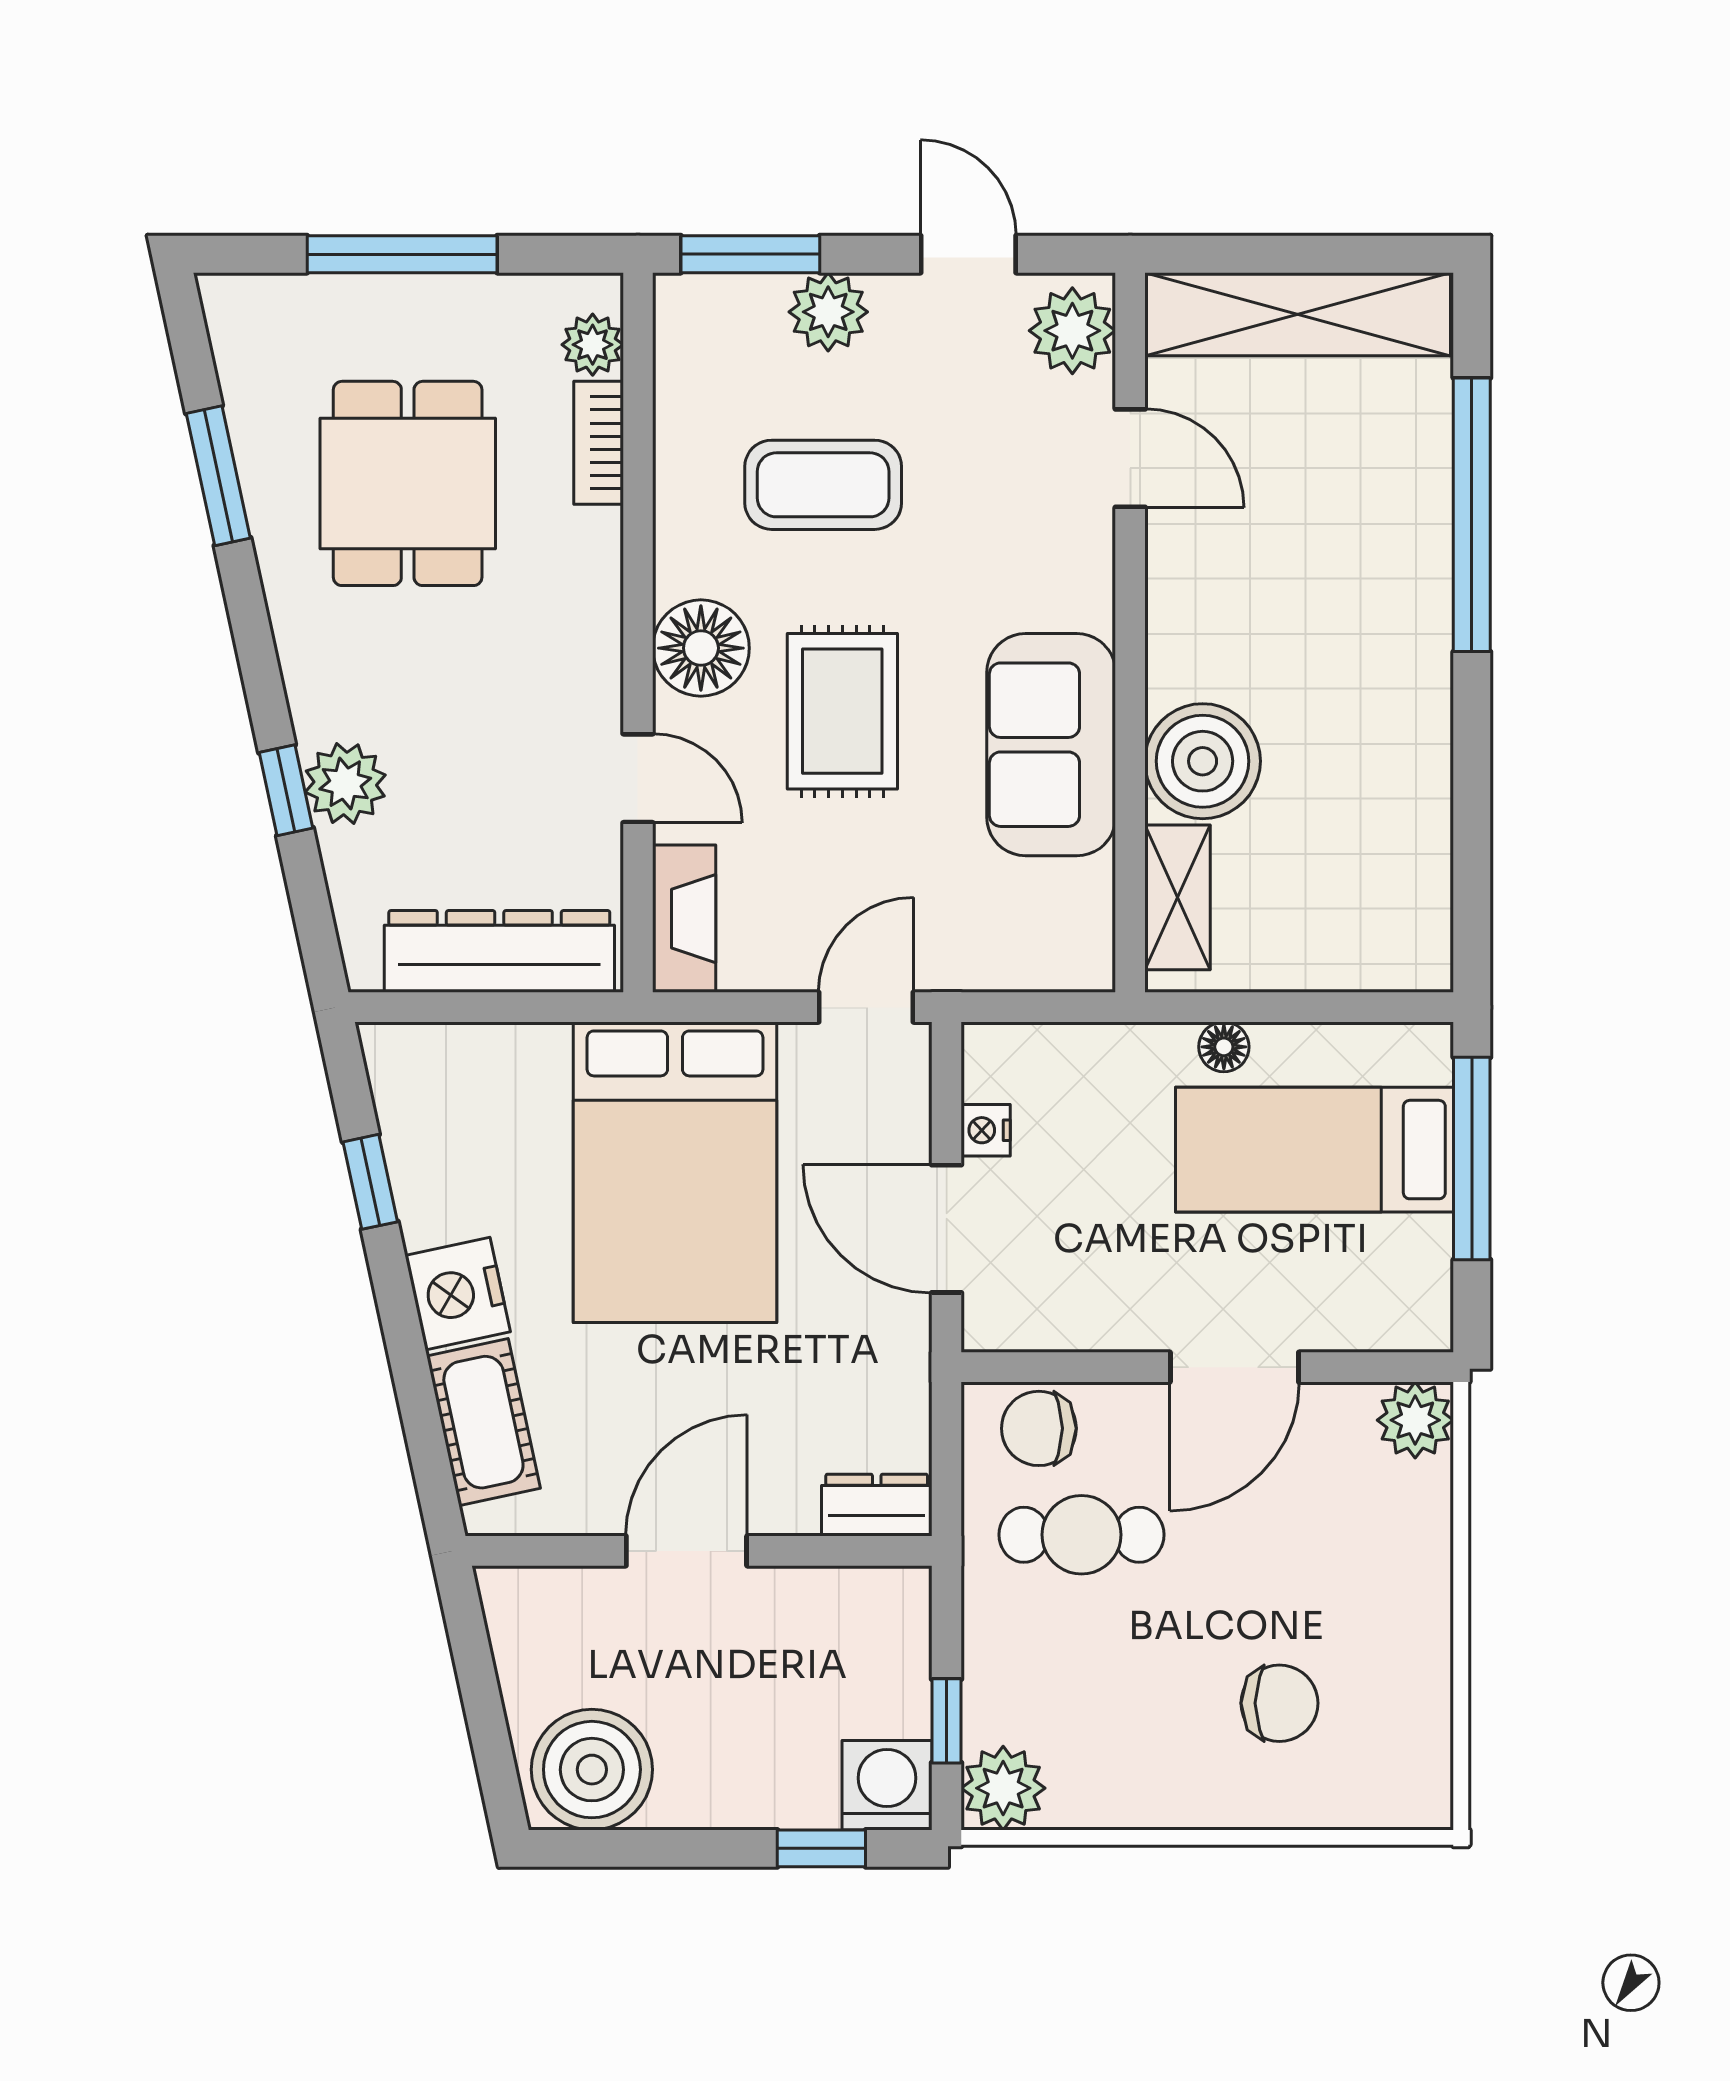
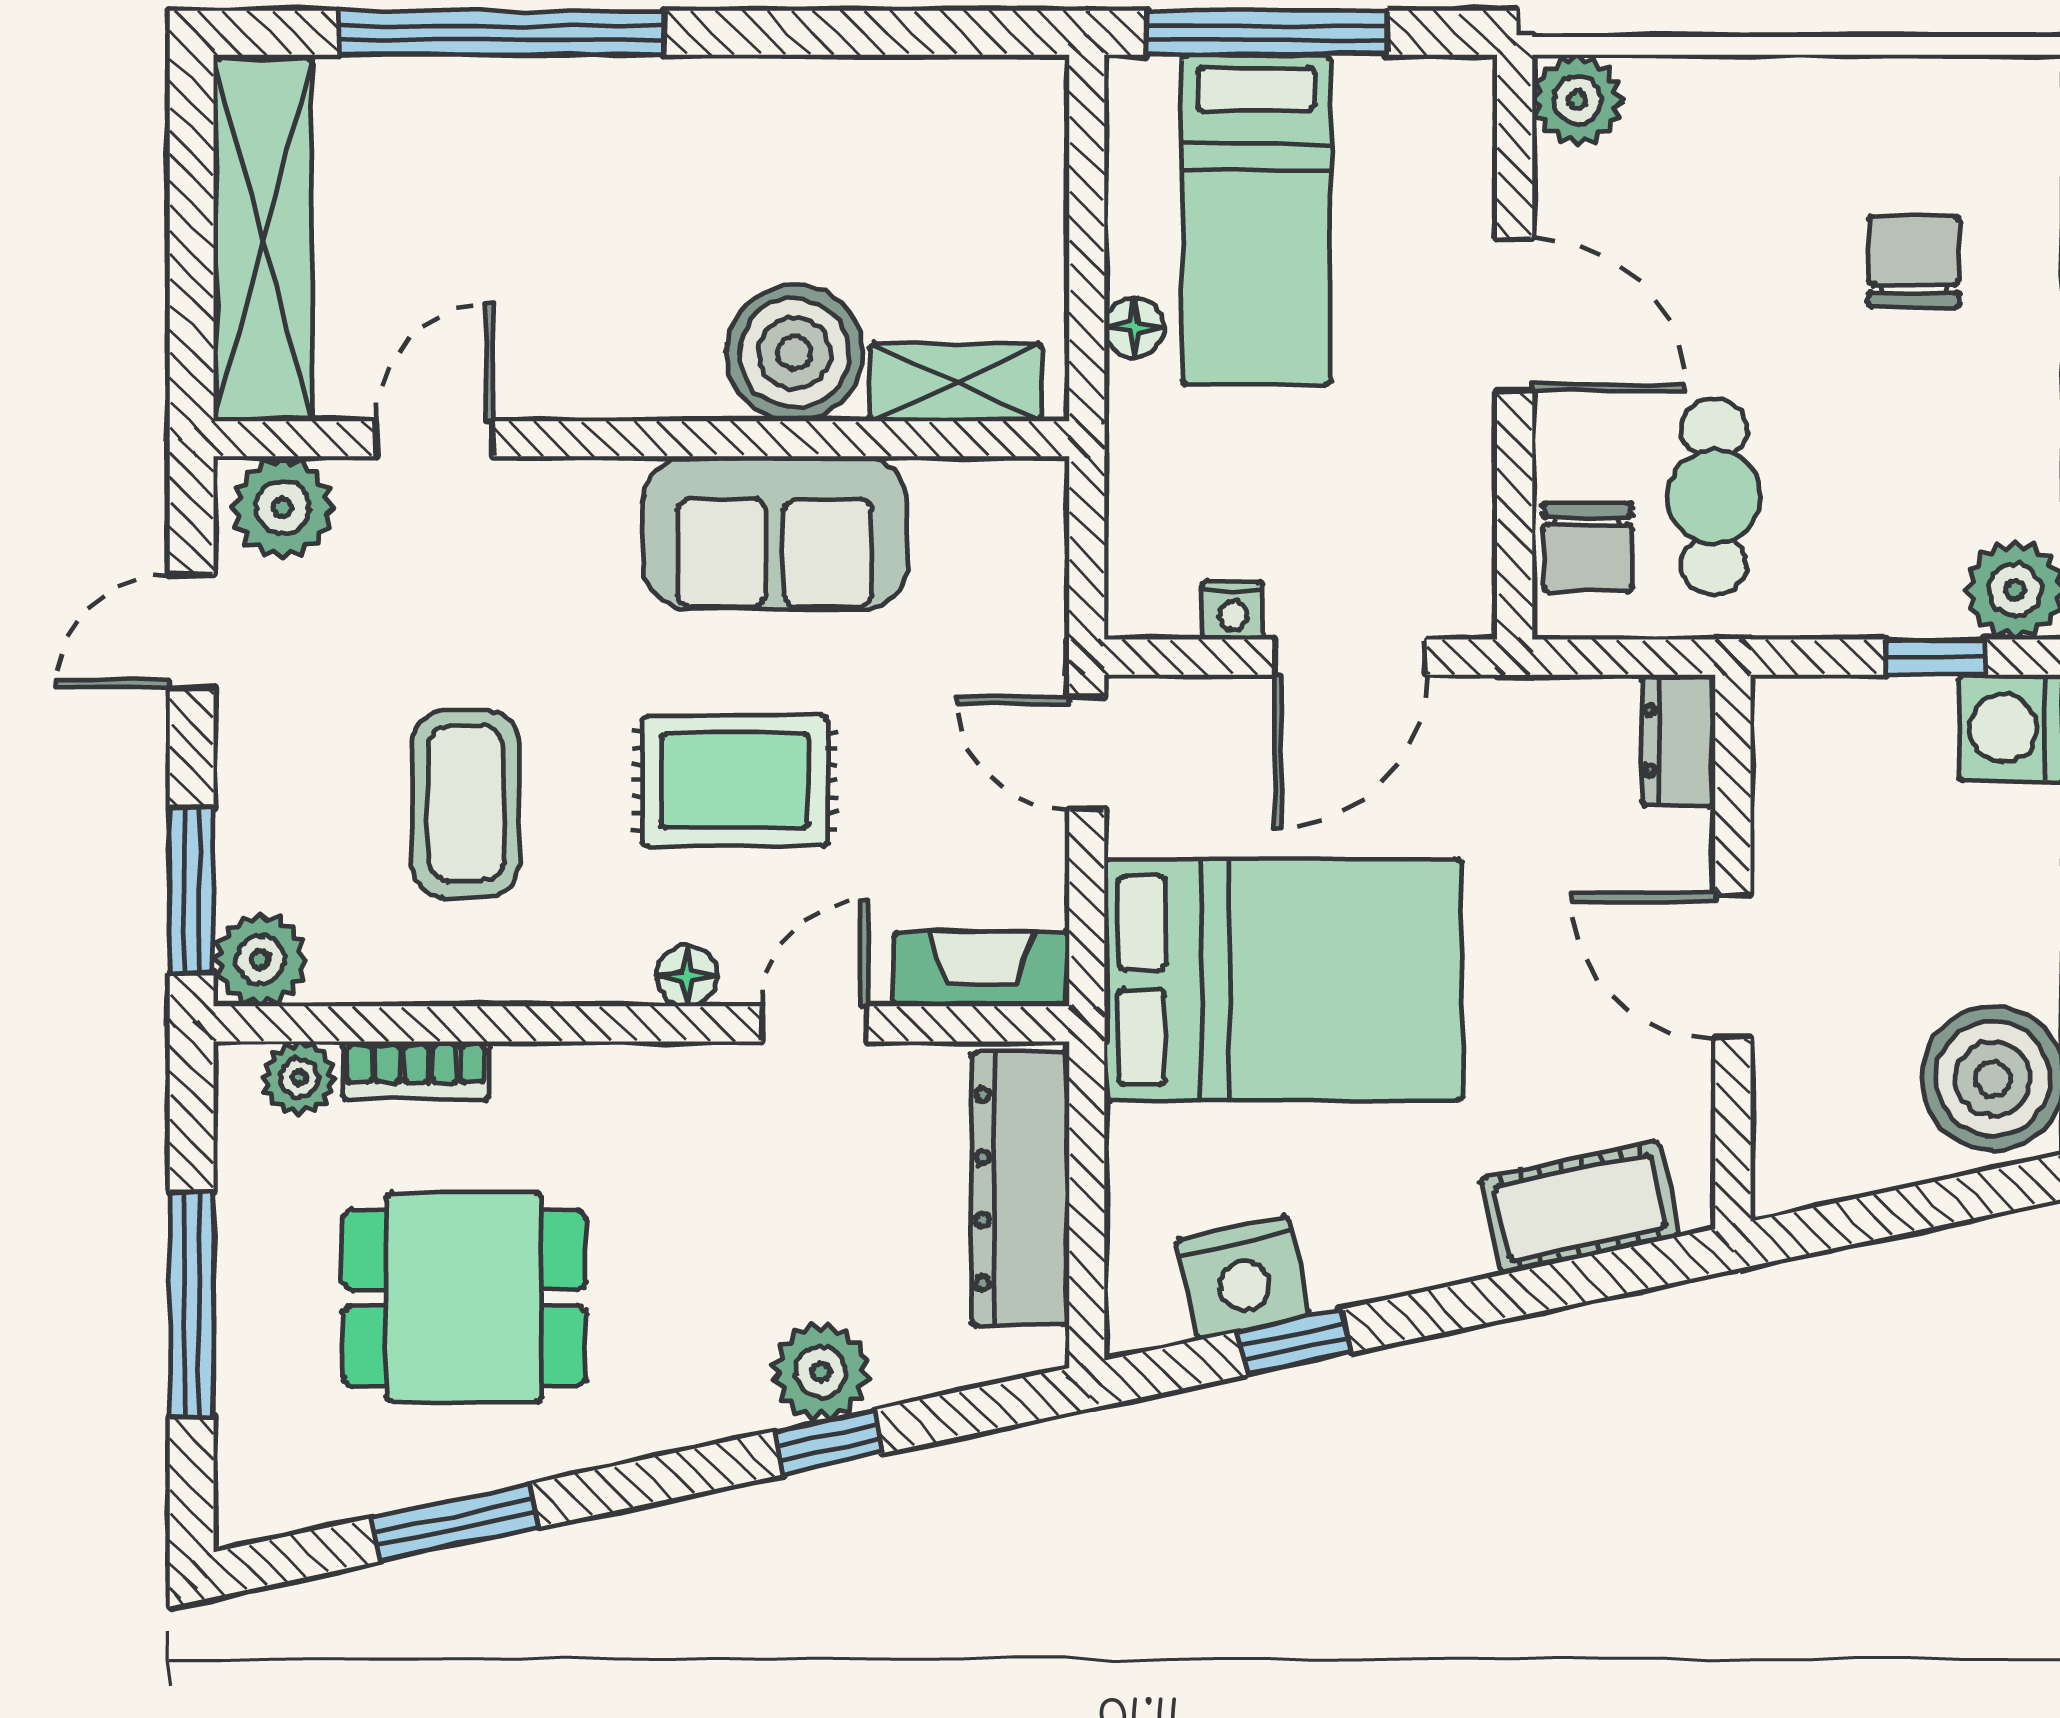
plant: (828, 312) -> (260, 960), moved
floor lamp: (701, 648) -> (687, 976), width x0.53, depth x0.53
nightstand: (458, 1294) -> (1243, 1278), moved

